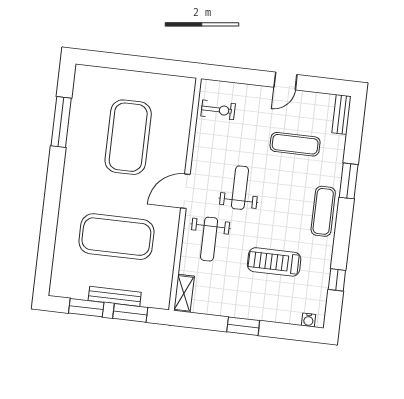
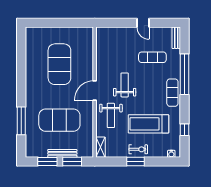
door: (285, 81) -> (143, 23), hinge flipped
exercise bike: (218, 110) -> (138, 149), moved
window: (61, 122) -> (21, 121), moved
window: (349, 181) -> (185, 74), width x2.11
treadmill: (274, 262) -> (148, 124), width x1.37, depth x1.38

